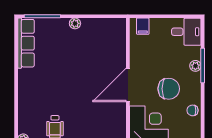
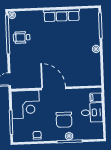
desk: (186, 32) -> (92, 113), moved, turned -90
row of seats: (26, 43) -> (62, 15), moved
chair: (169, 89) -> (64, 120), moved

